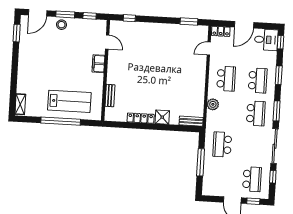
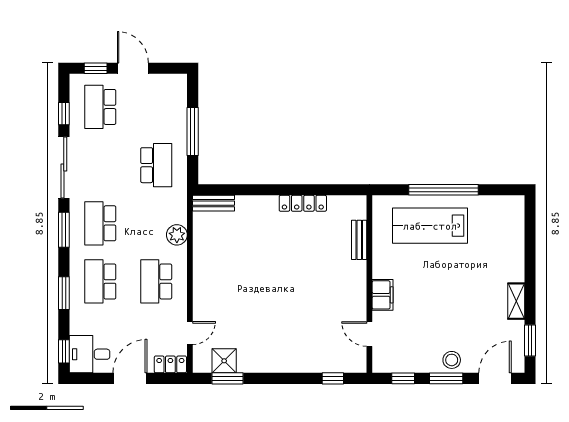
shelving: (20, 104) -> (516, 301), moved
shower: (162, 117) -> (224, 361), moved

